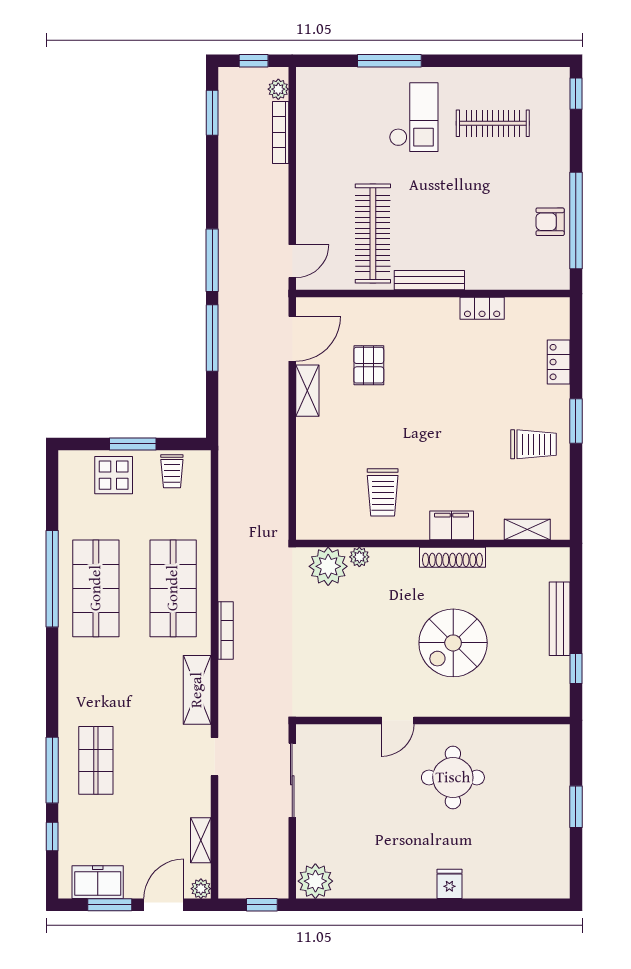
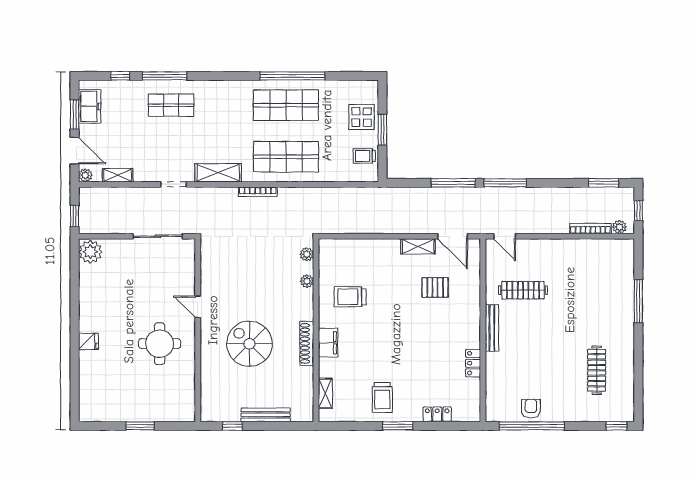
checkout: (414, 117) -> (601, 317), removed
clothes rail: (373, 234) -> (523, 290), width x0.73, depth x0.76
plant: (328, 566) -> (307, 254), width x0.53, depth x0.53

